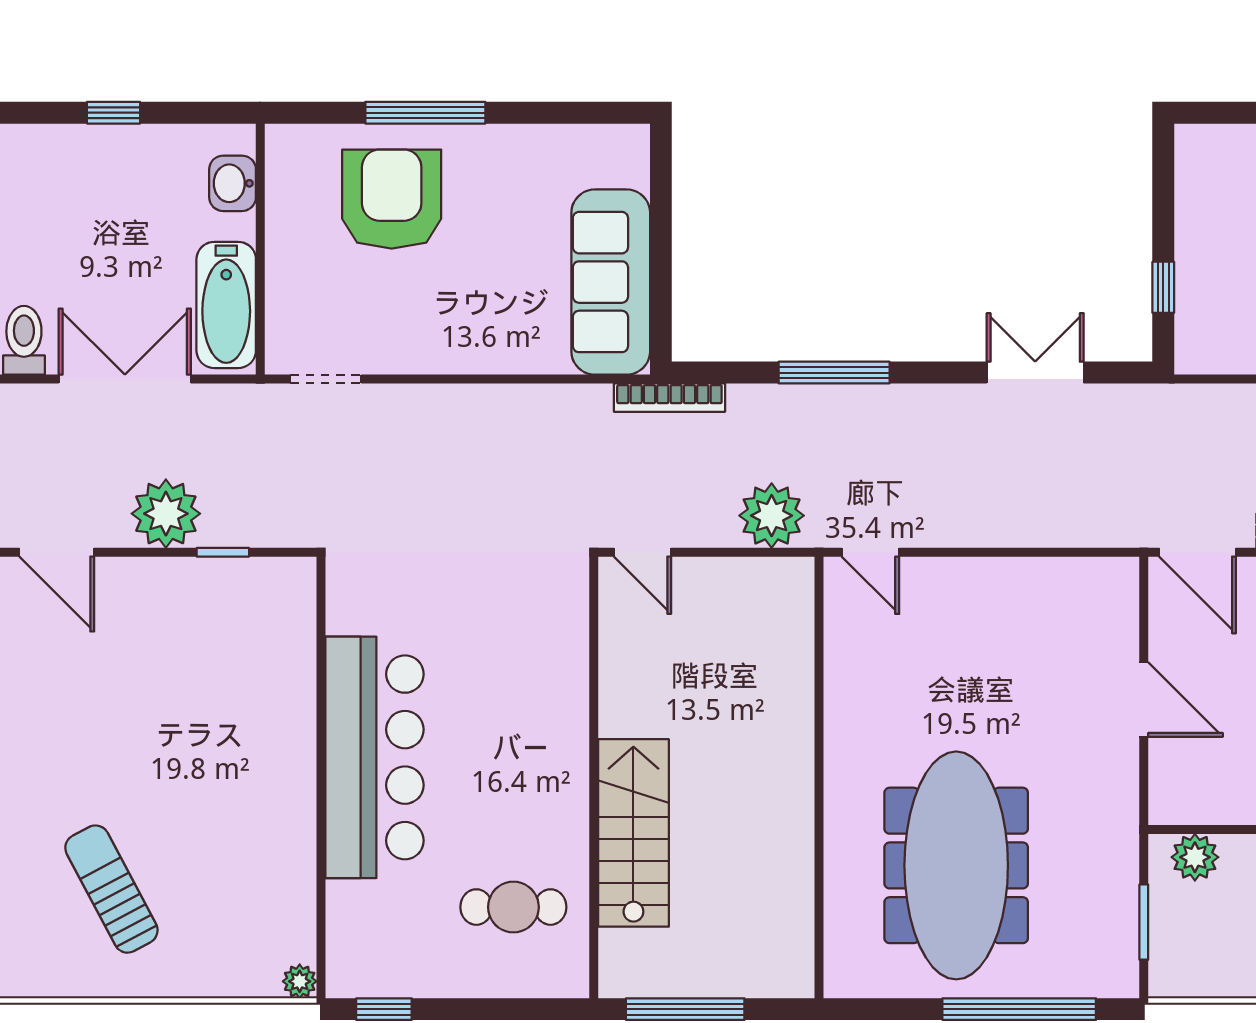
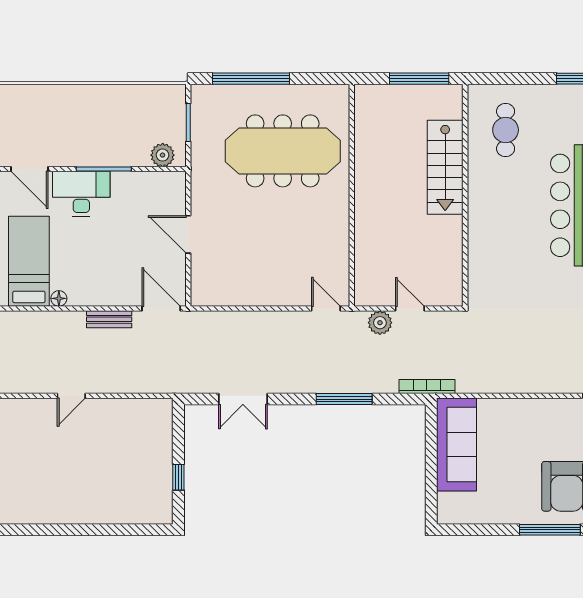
window: (1163, 287) -> (178, 477), moved
plant: (772, 516) -> (380, 323), width x0.73, depth x0.73
door: (643, 552) -> (410, 309), moved
meeting table: (956, 865) -> (283, 151), turned 90
cafe table: (513, 907) -> (506, 130), turned 90

